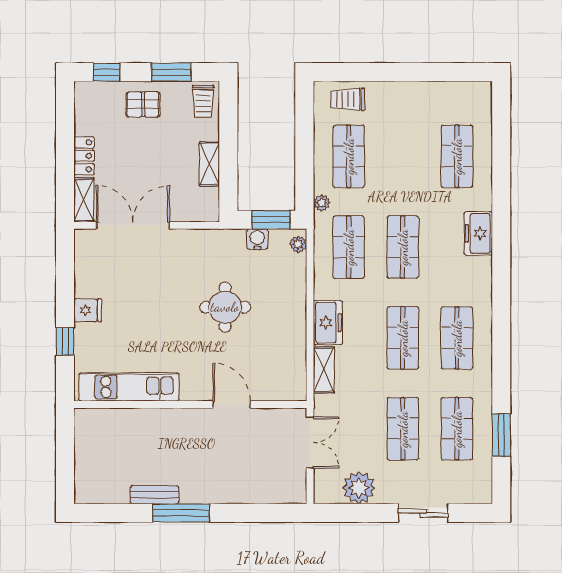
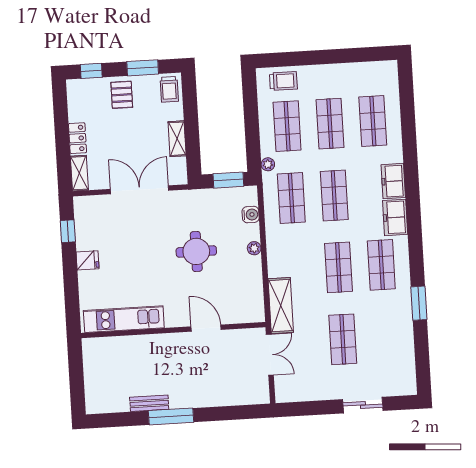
trolley: (347, 99) -> (283, 81), turned 180
pallet: (143, 104) -> (122, 95), turned 90
double door: (133, 225) -> (140, 190), moved
water cooler: (257, 239) -> (251, 215), moved, turned 90
plant: (298, 244) -> (254, 248), moved
freezer: (328, 323) -> (395, 217), moved, turned 180
window: (65, 342) -> (68, 231), moved
shelving: (324, 370) -> (281, 306), width x1.50, depth x1.33
shop shelf: (457, 429) -> (330, 124), moved
window: (501, 435) -> (419, 303), moved
plant: (359, 488) -> (311, 388), removed

